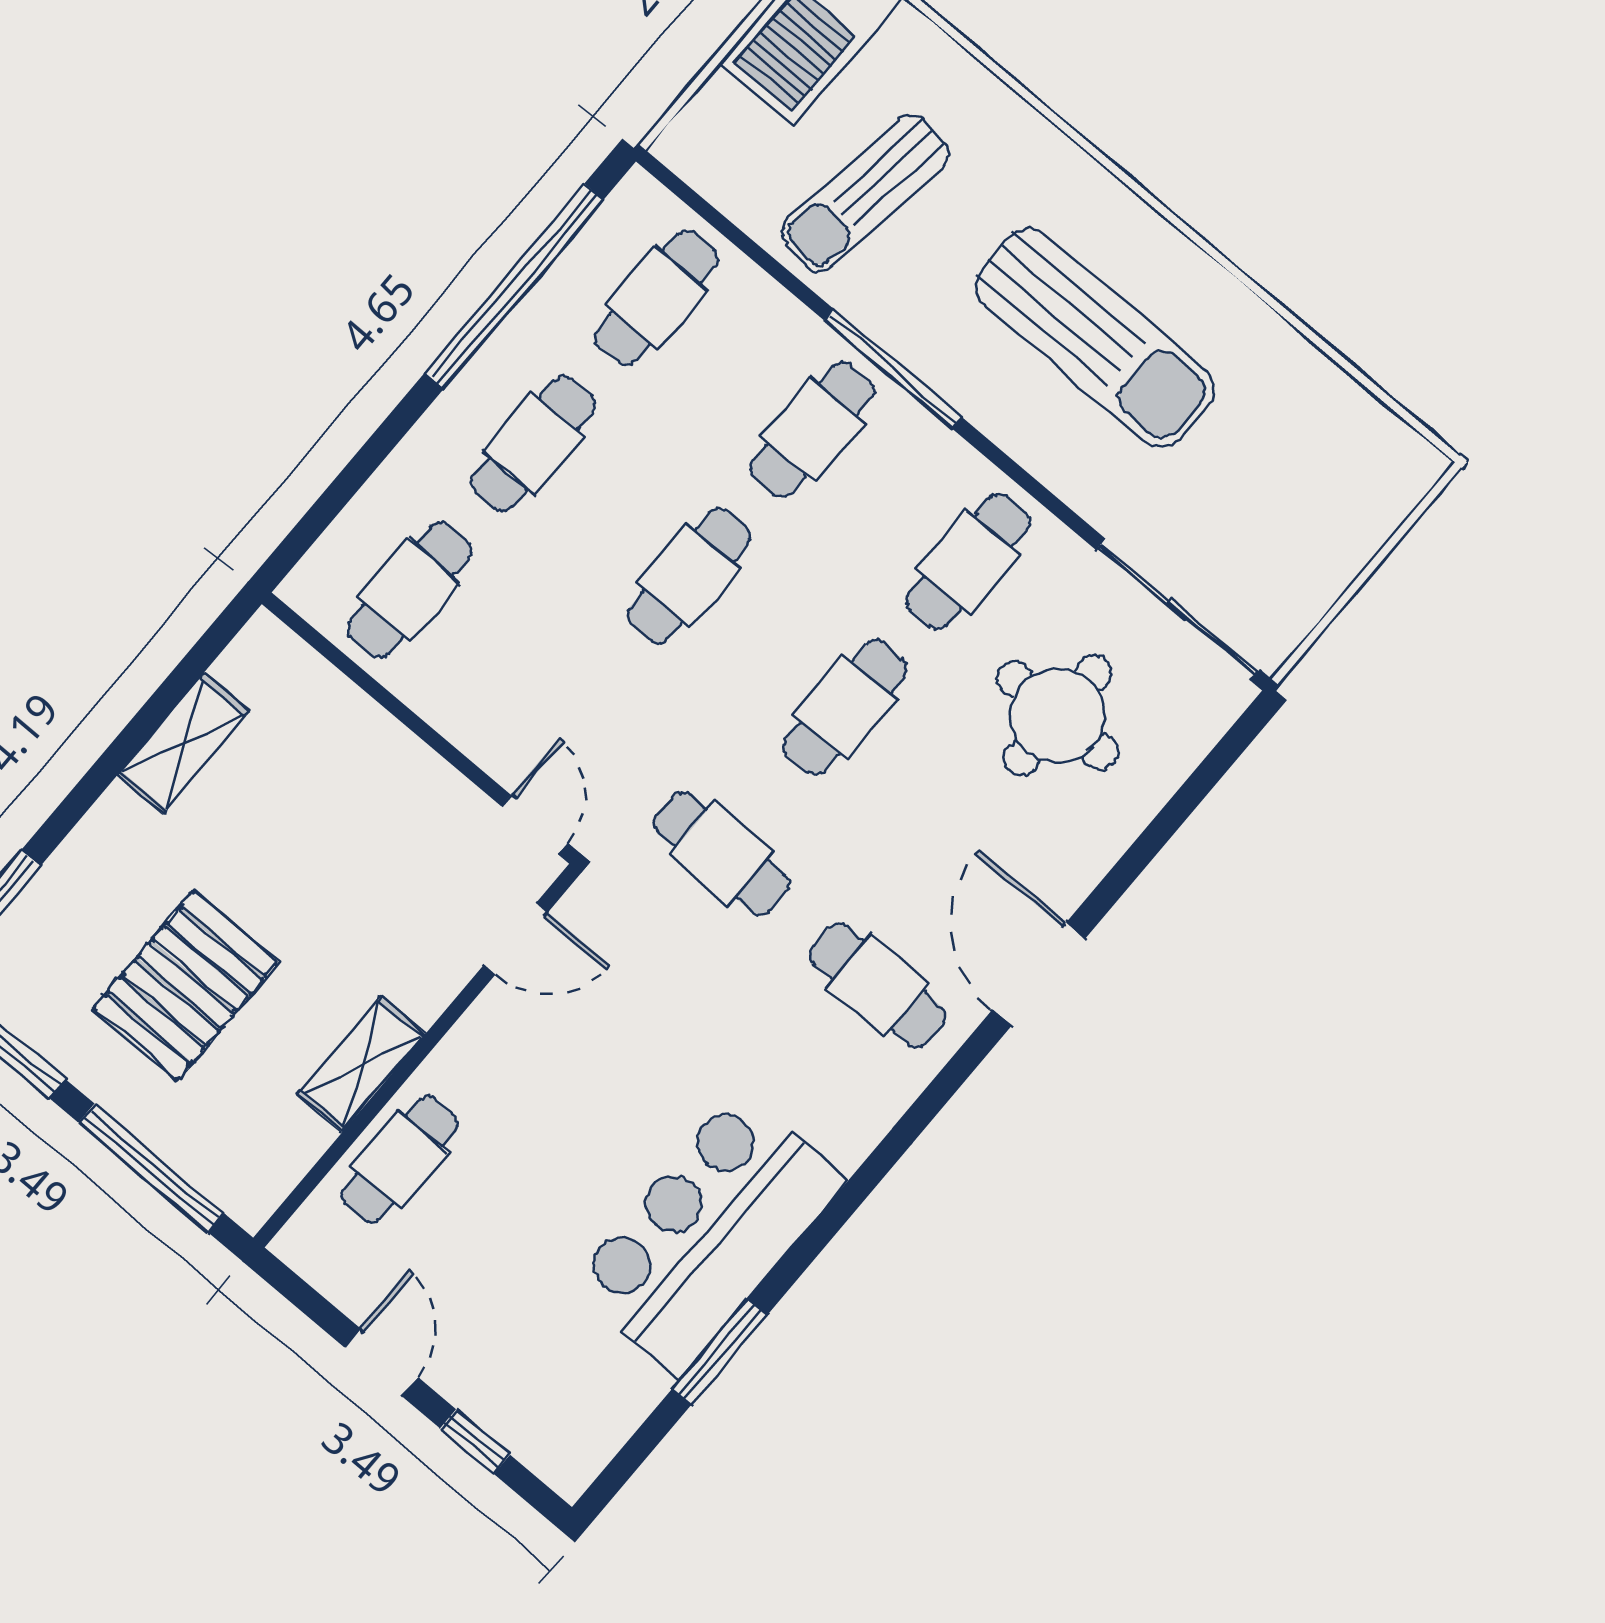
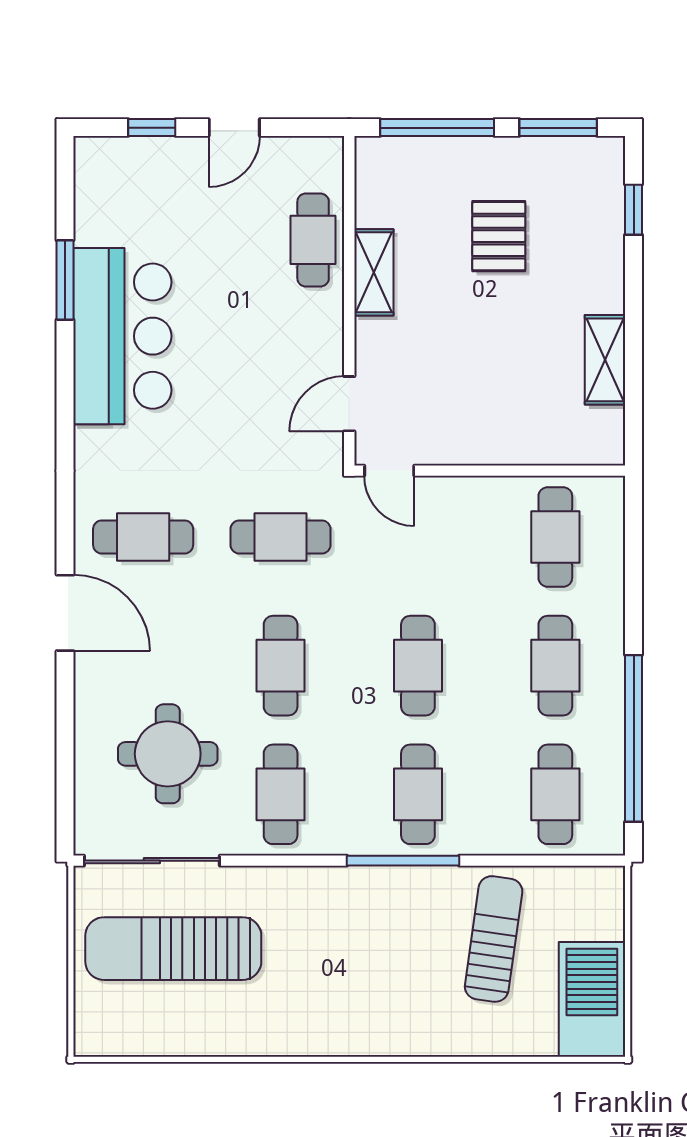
sun lounger: (1095, 338) -> (173, 949), moved
pallet: (185, 986) -> (499, 236), width x0.67, depth x0.71
door: (381, 1362) -> (234, 128), hinge flipped

